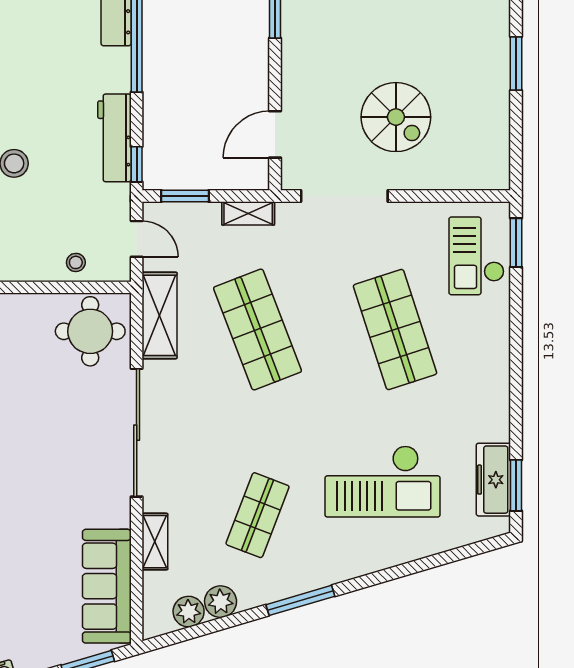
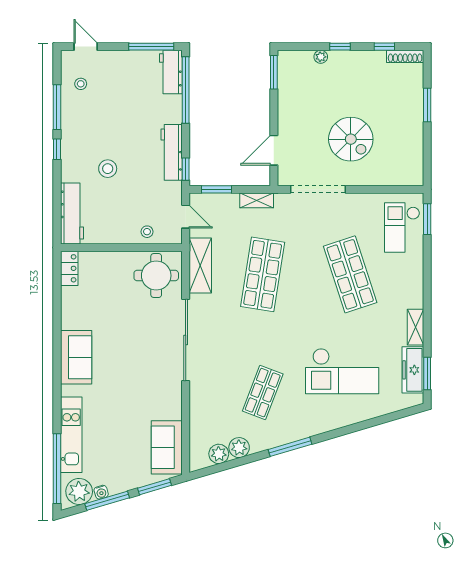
shop shelf: (257, 330) -> (263, 274), turned 30
shelving: (155, 542) -> (416, 327), moved
sofa: (107, 586) -> (167, 447), width x0.73

